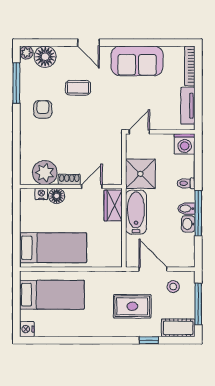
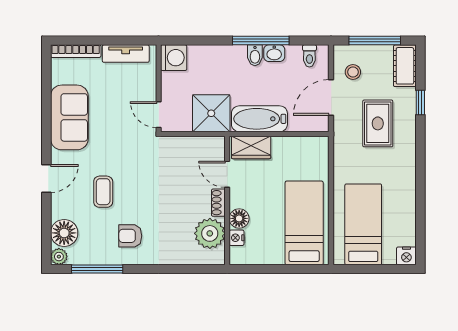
toilet: (186, 183) -> (309, 56), moved

